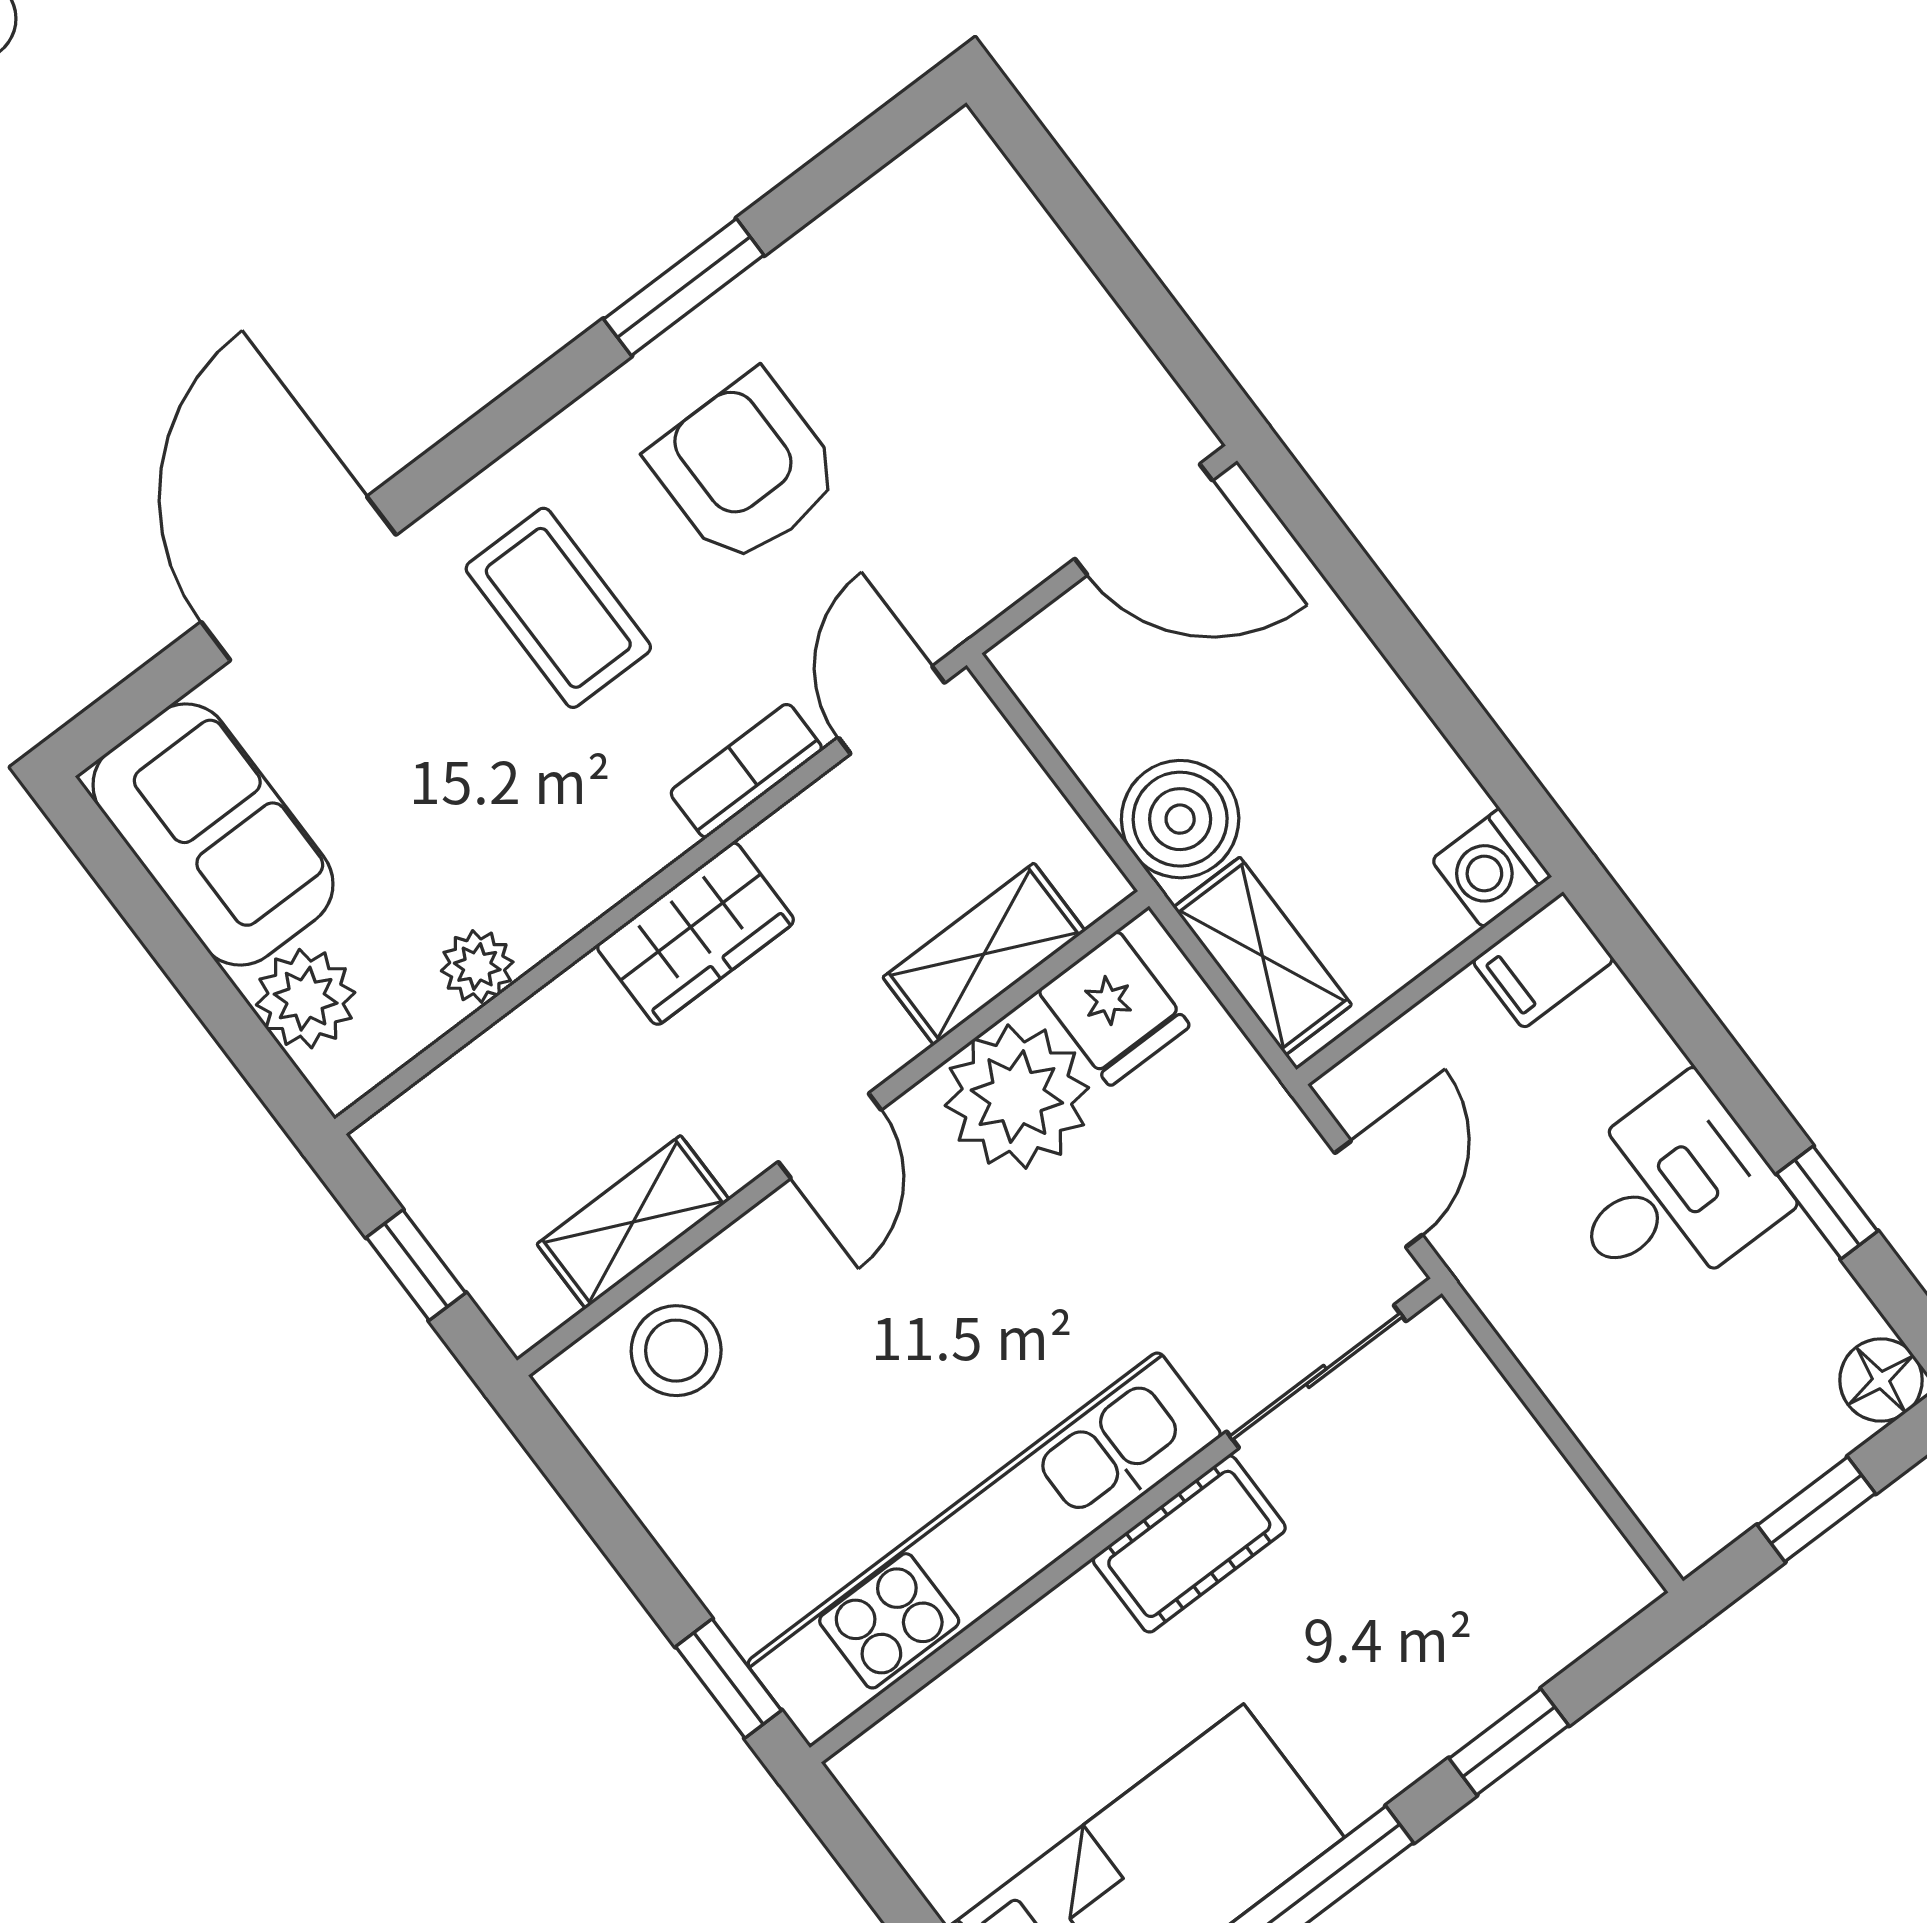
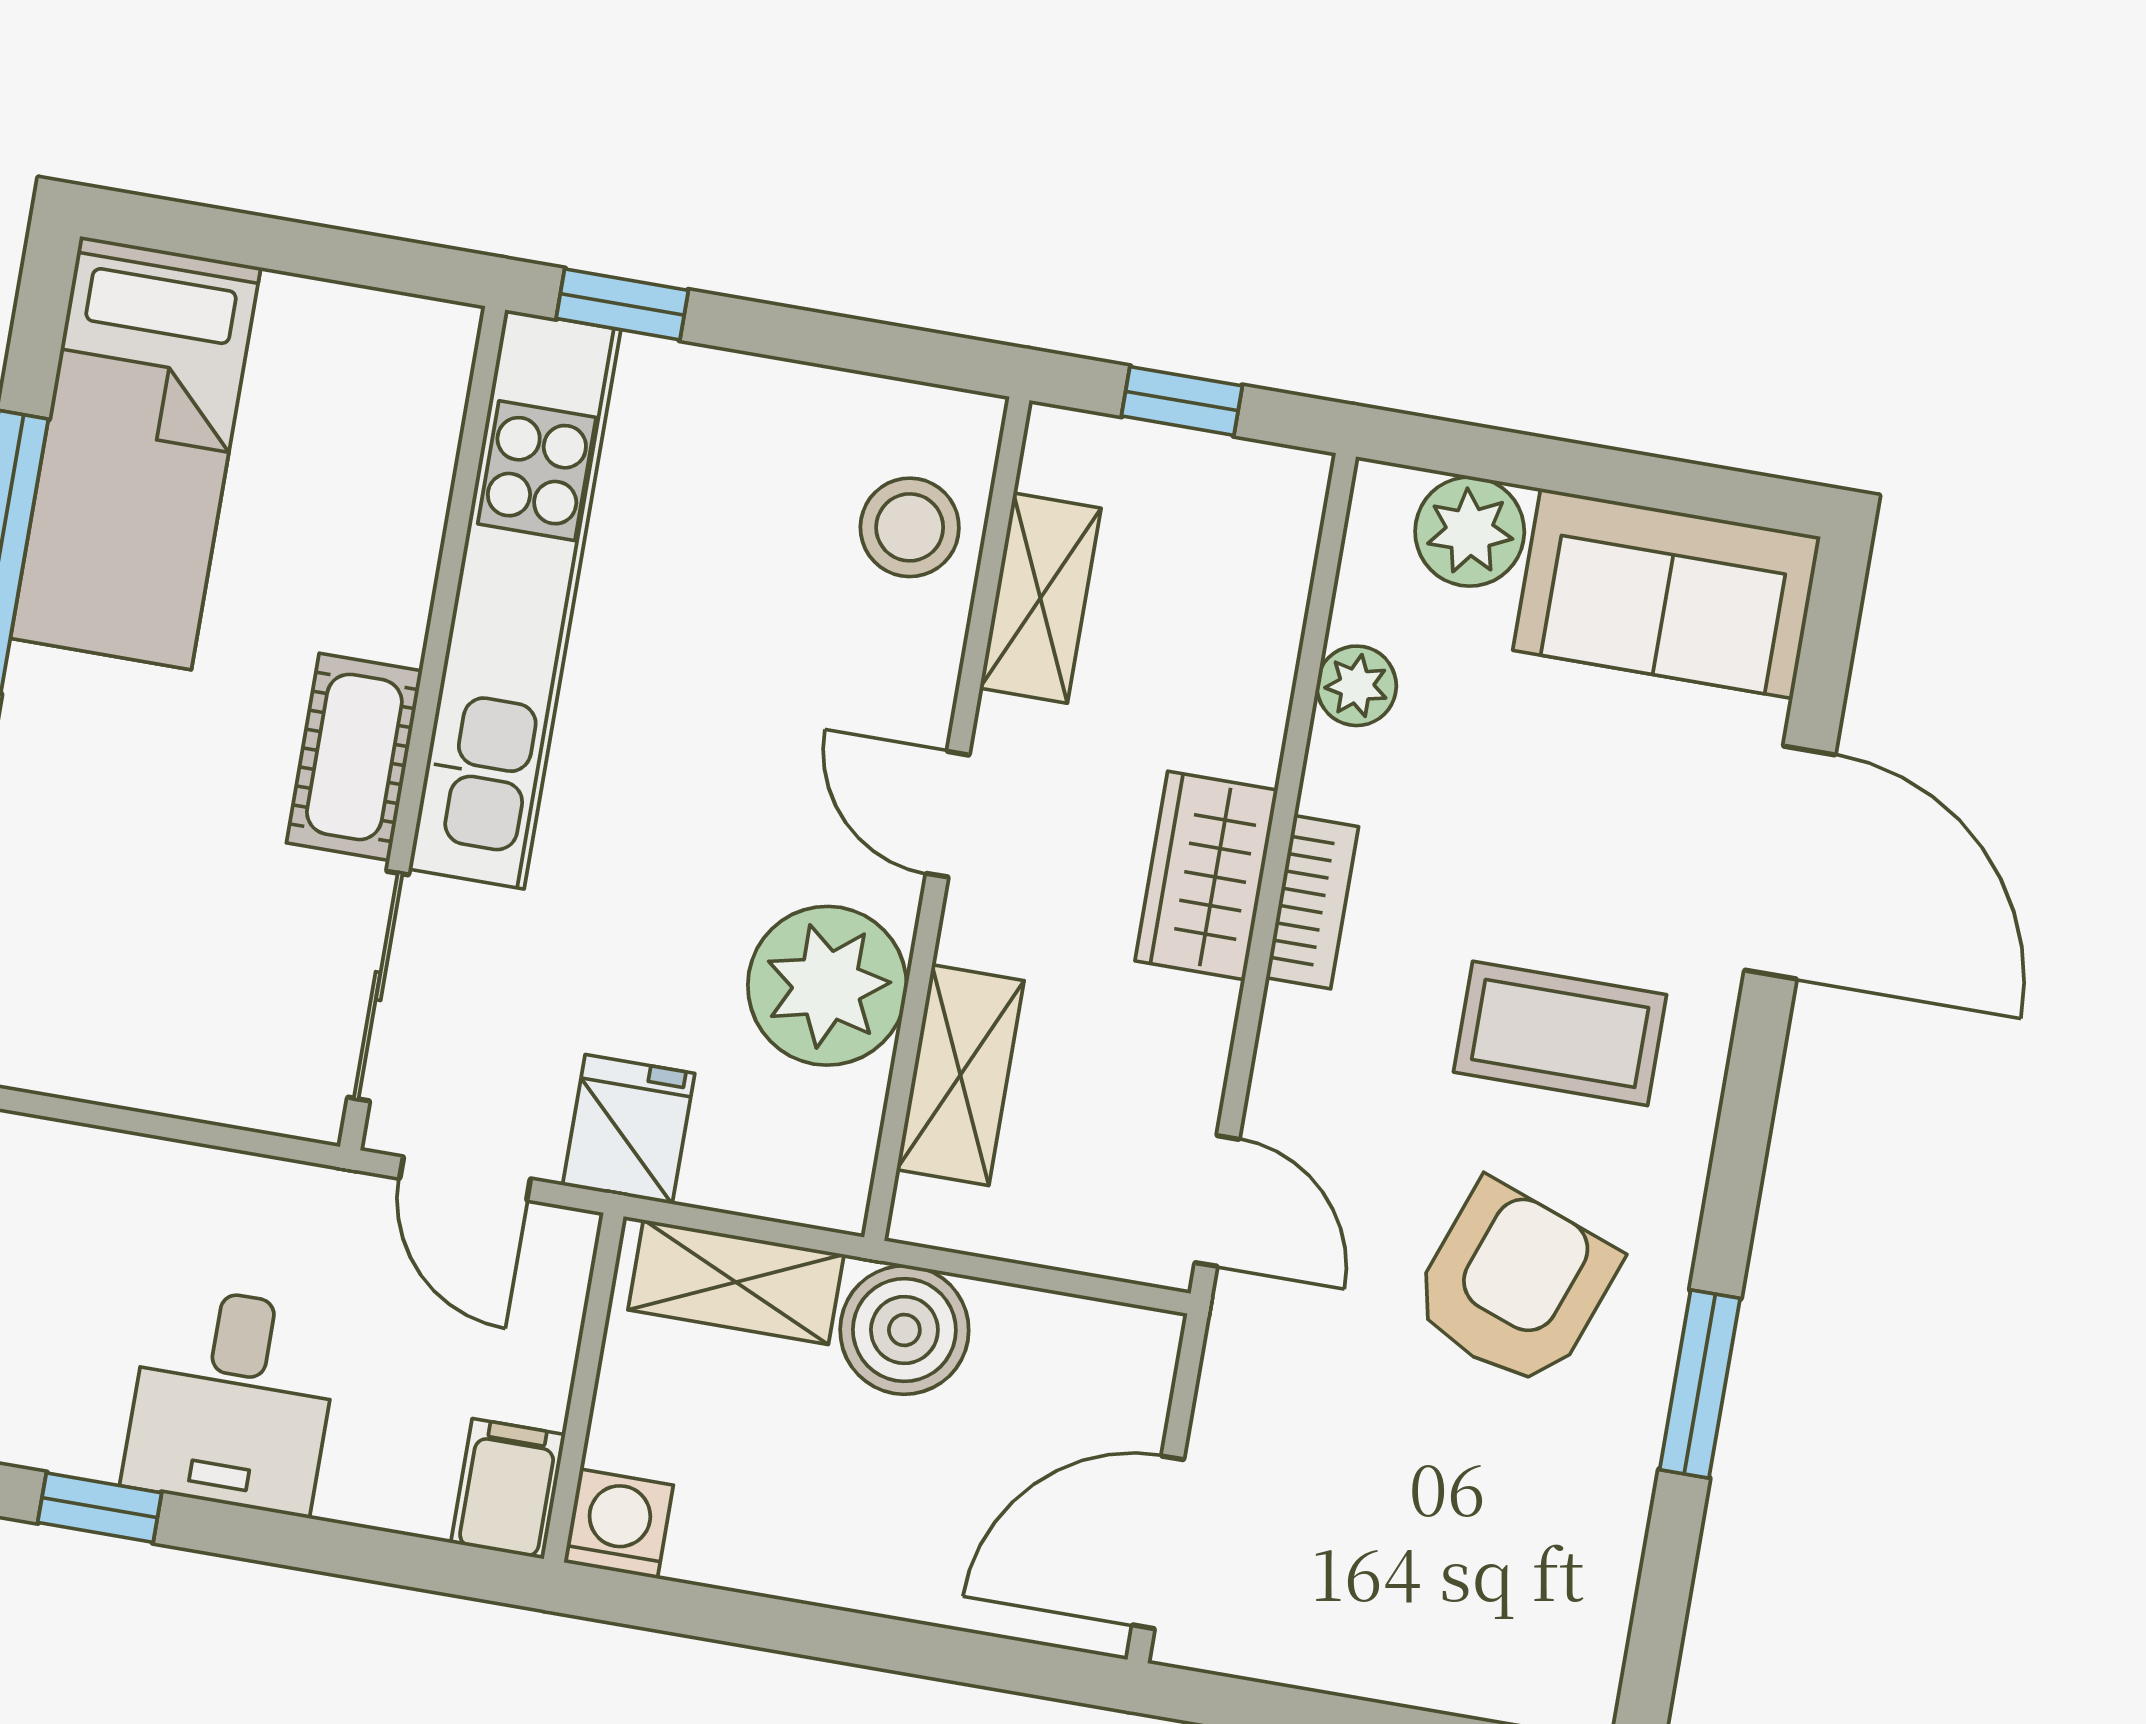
armchair: (746, 469) -> (1514, 1285), turned -70
bookcase: (746, 771) -> (1312, 902), moved
fridge: (1114, 1008) -> (629, 1129), moved, turned 90

